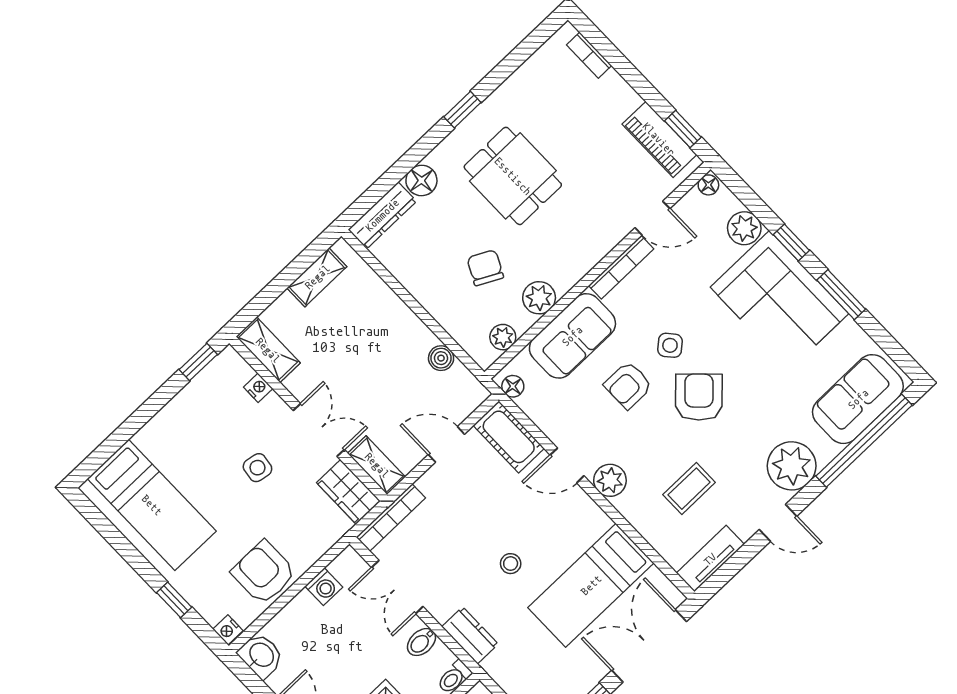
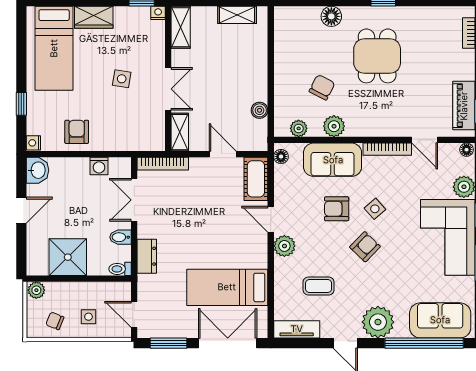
dresser: (382, 215) -> (297, 15), removed
nightstand: (258, 388) -> (158, 13), moved, turned -90
armchair: (699, 397) -> (365, 247), width x0.72, depth x0.72
wardrobe: (348, 492) -> (94, 17), moved, turned -90
stool: (511, 564) -> (199, 240), removed
armchair: (264, 573) -> (77, 132), width x0.72, depth x0.72

